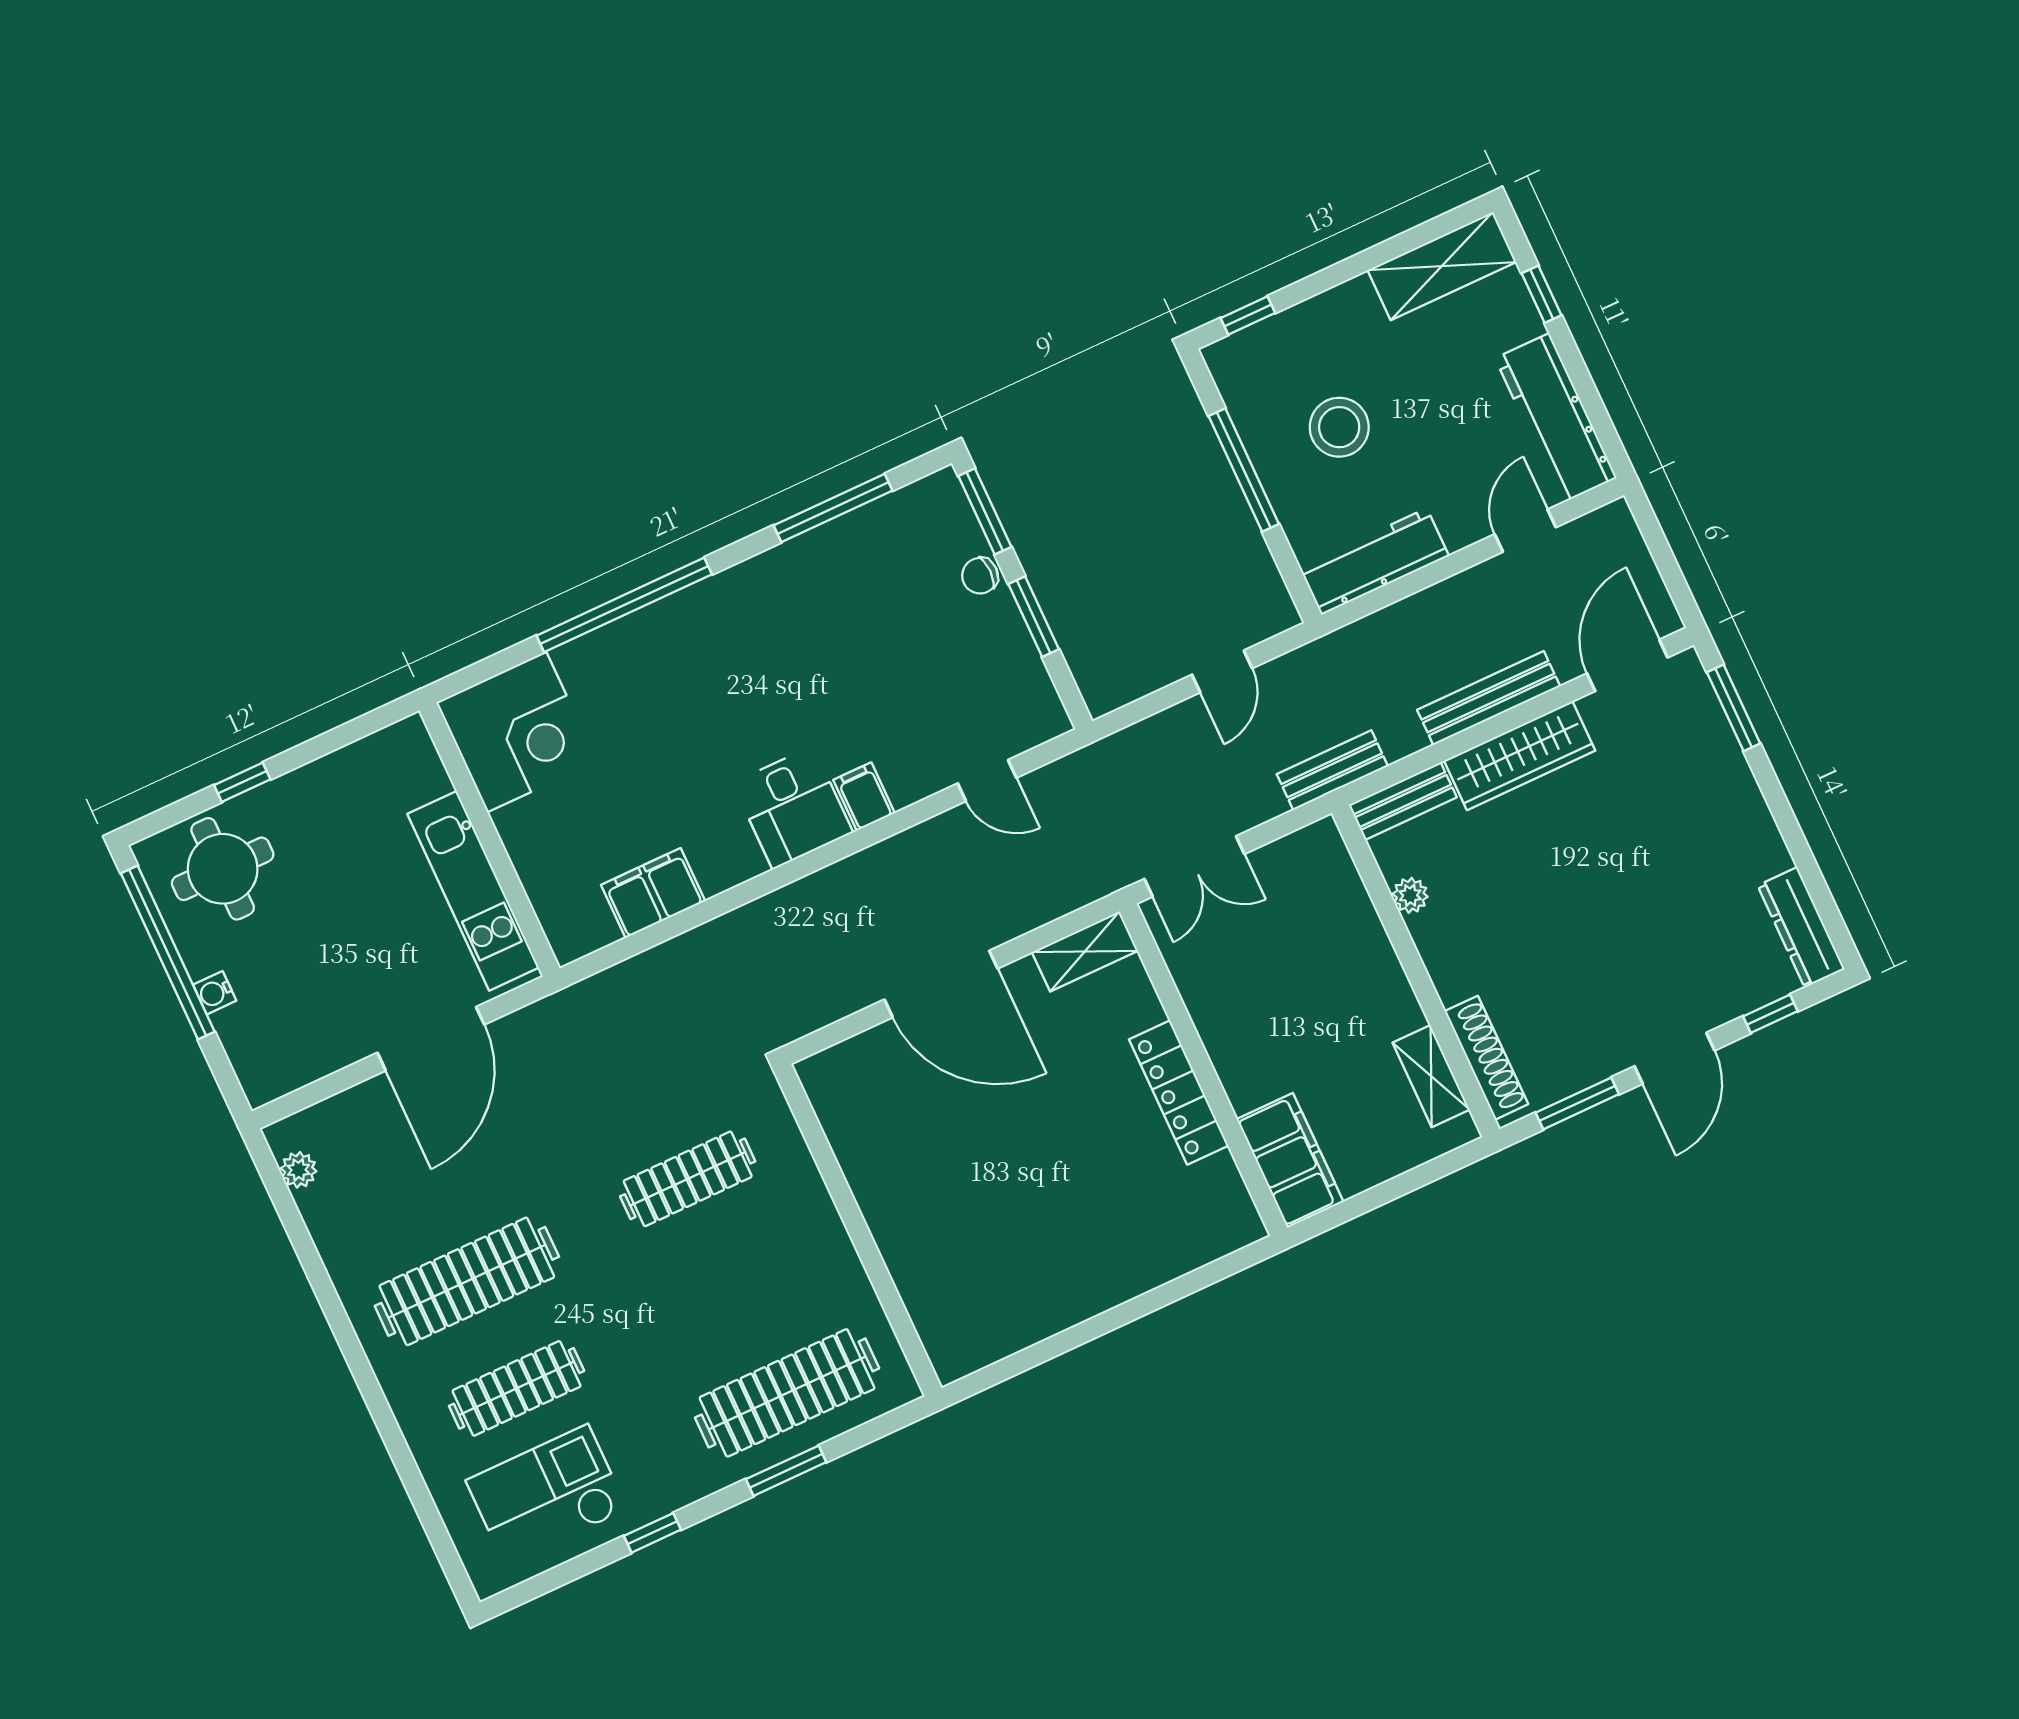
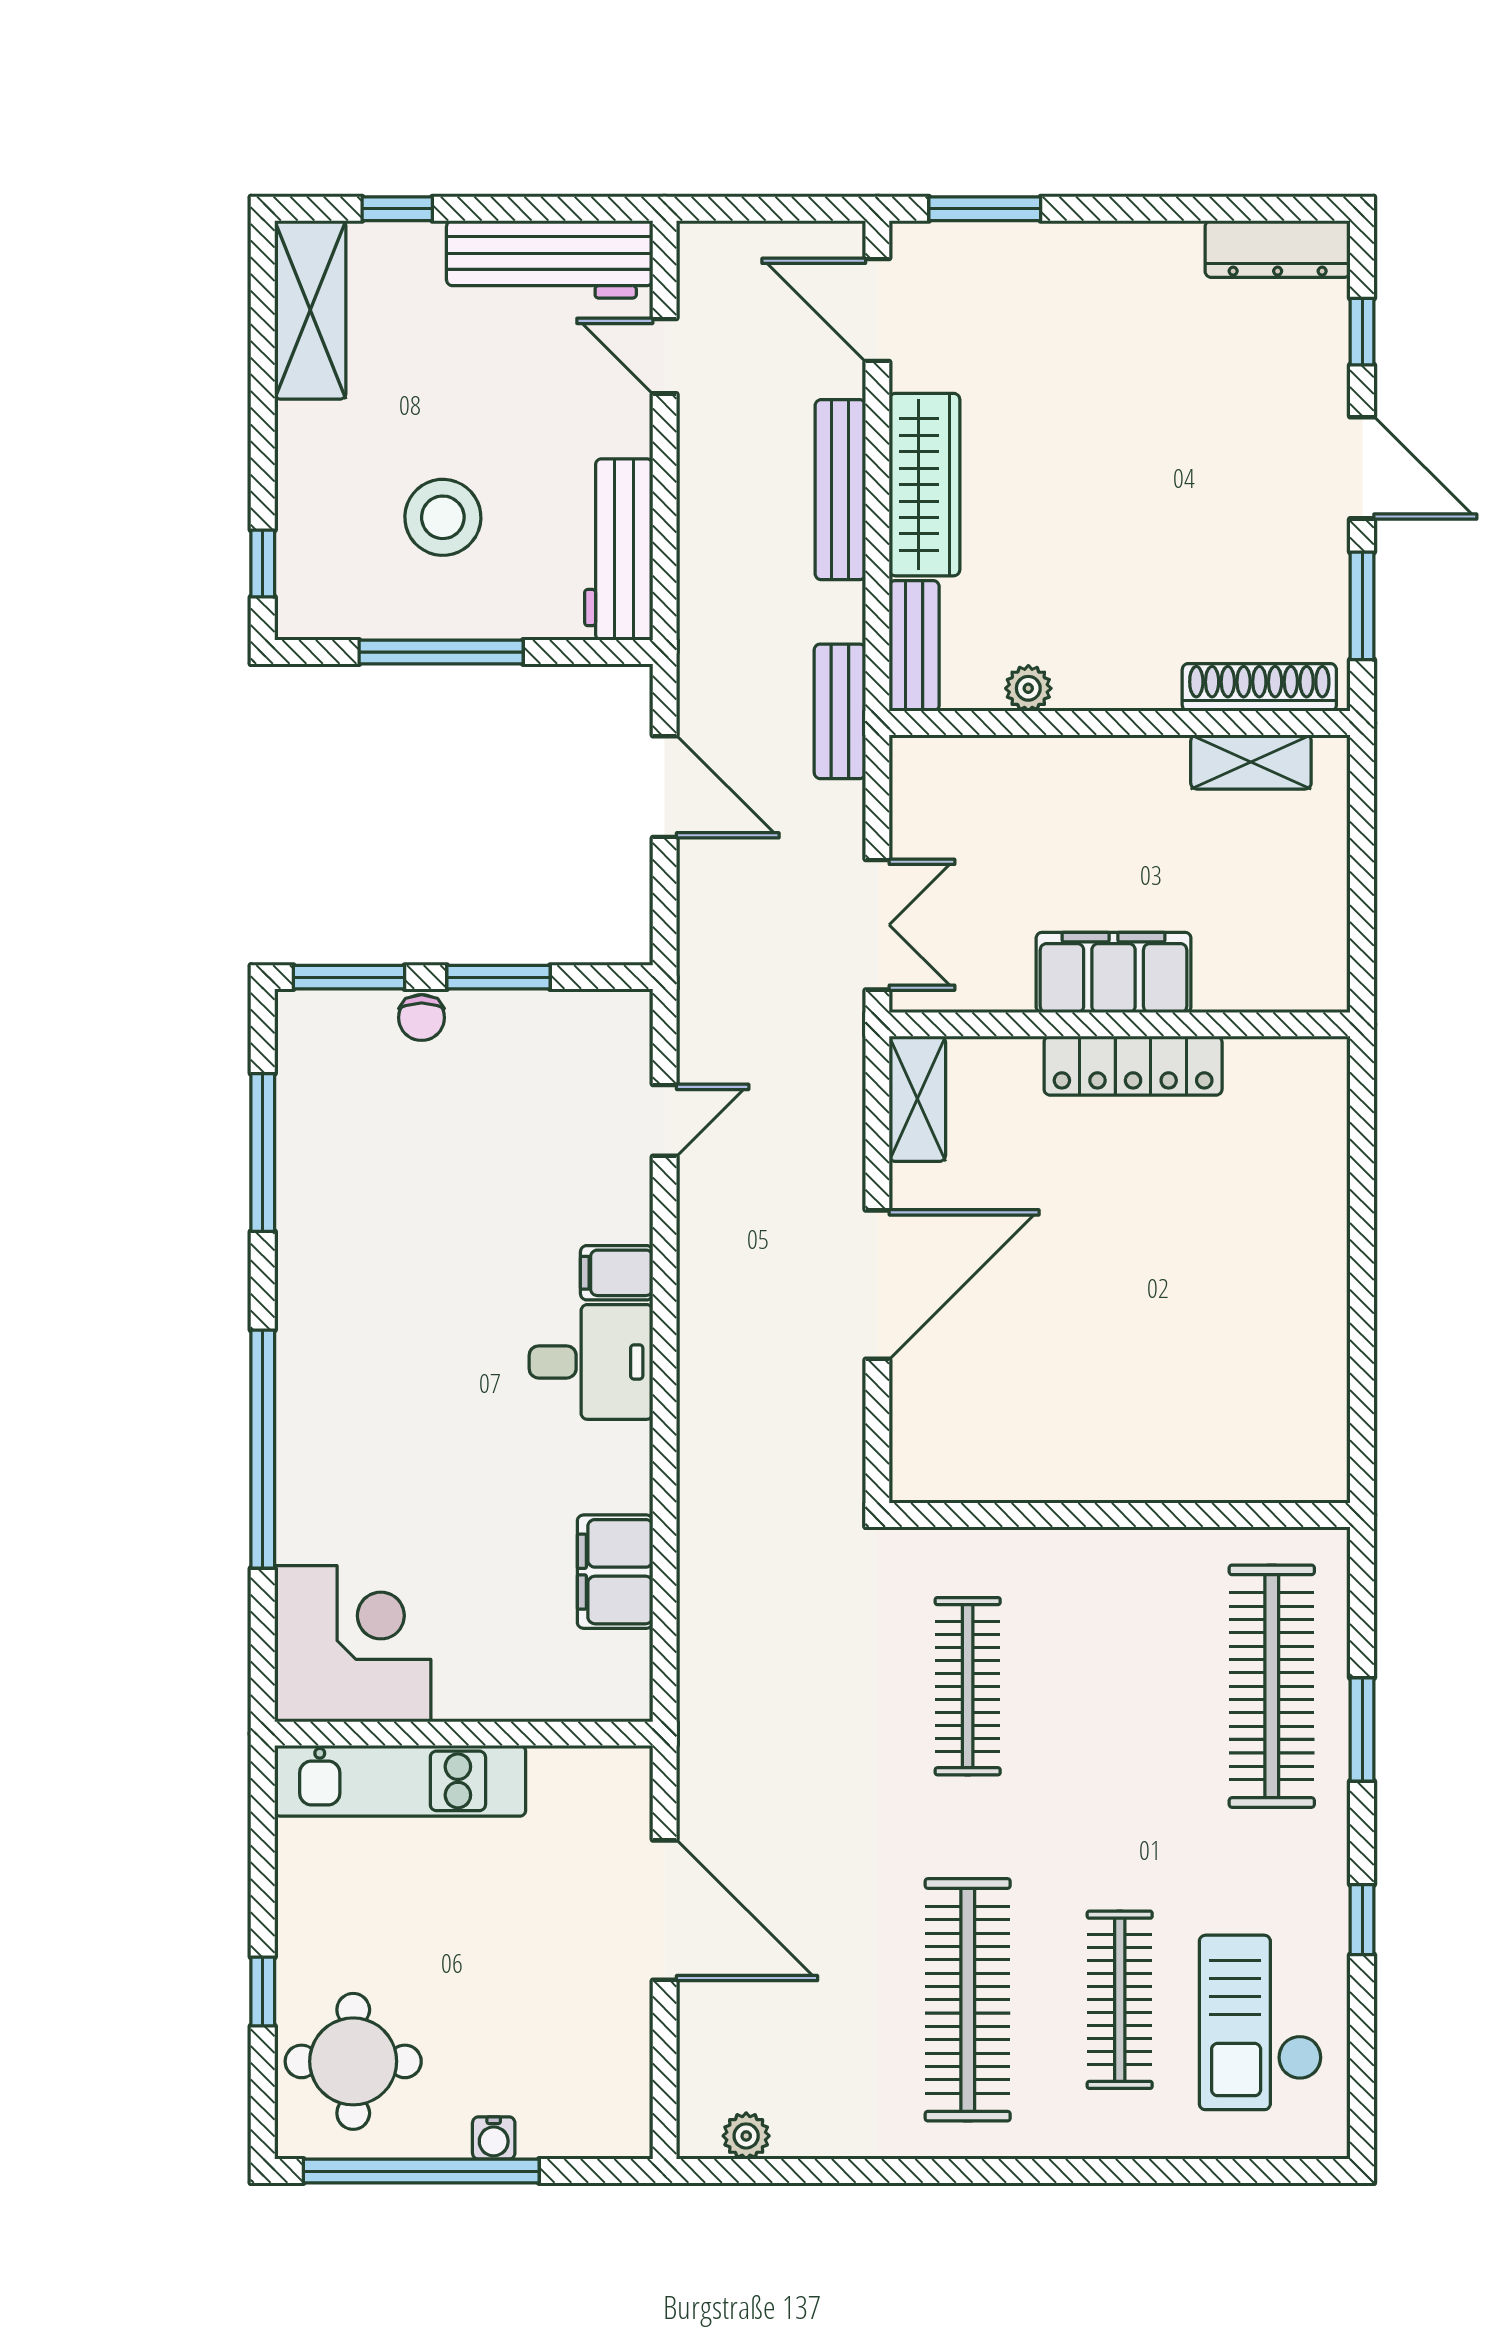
door: (1222, 671) -> (665, 787), width x1.38
kitchen unit: (473, 891) -> (400, 1781), moved
filing cabinet: (1290, 1160) -> (1114, 972), moved

